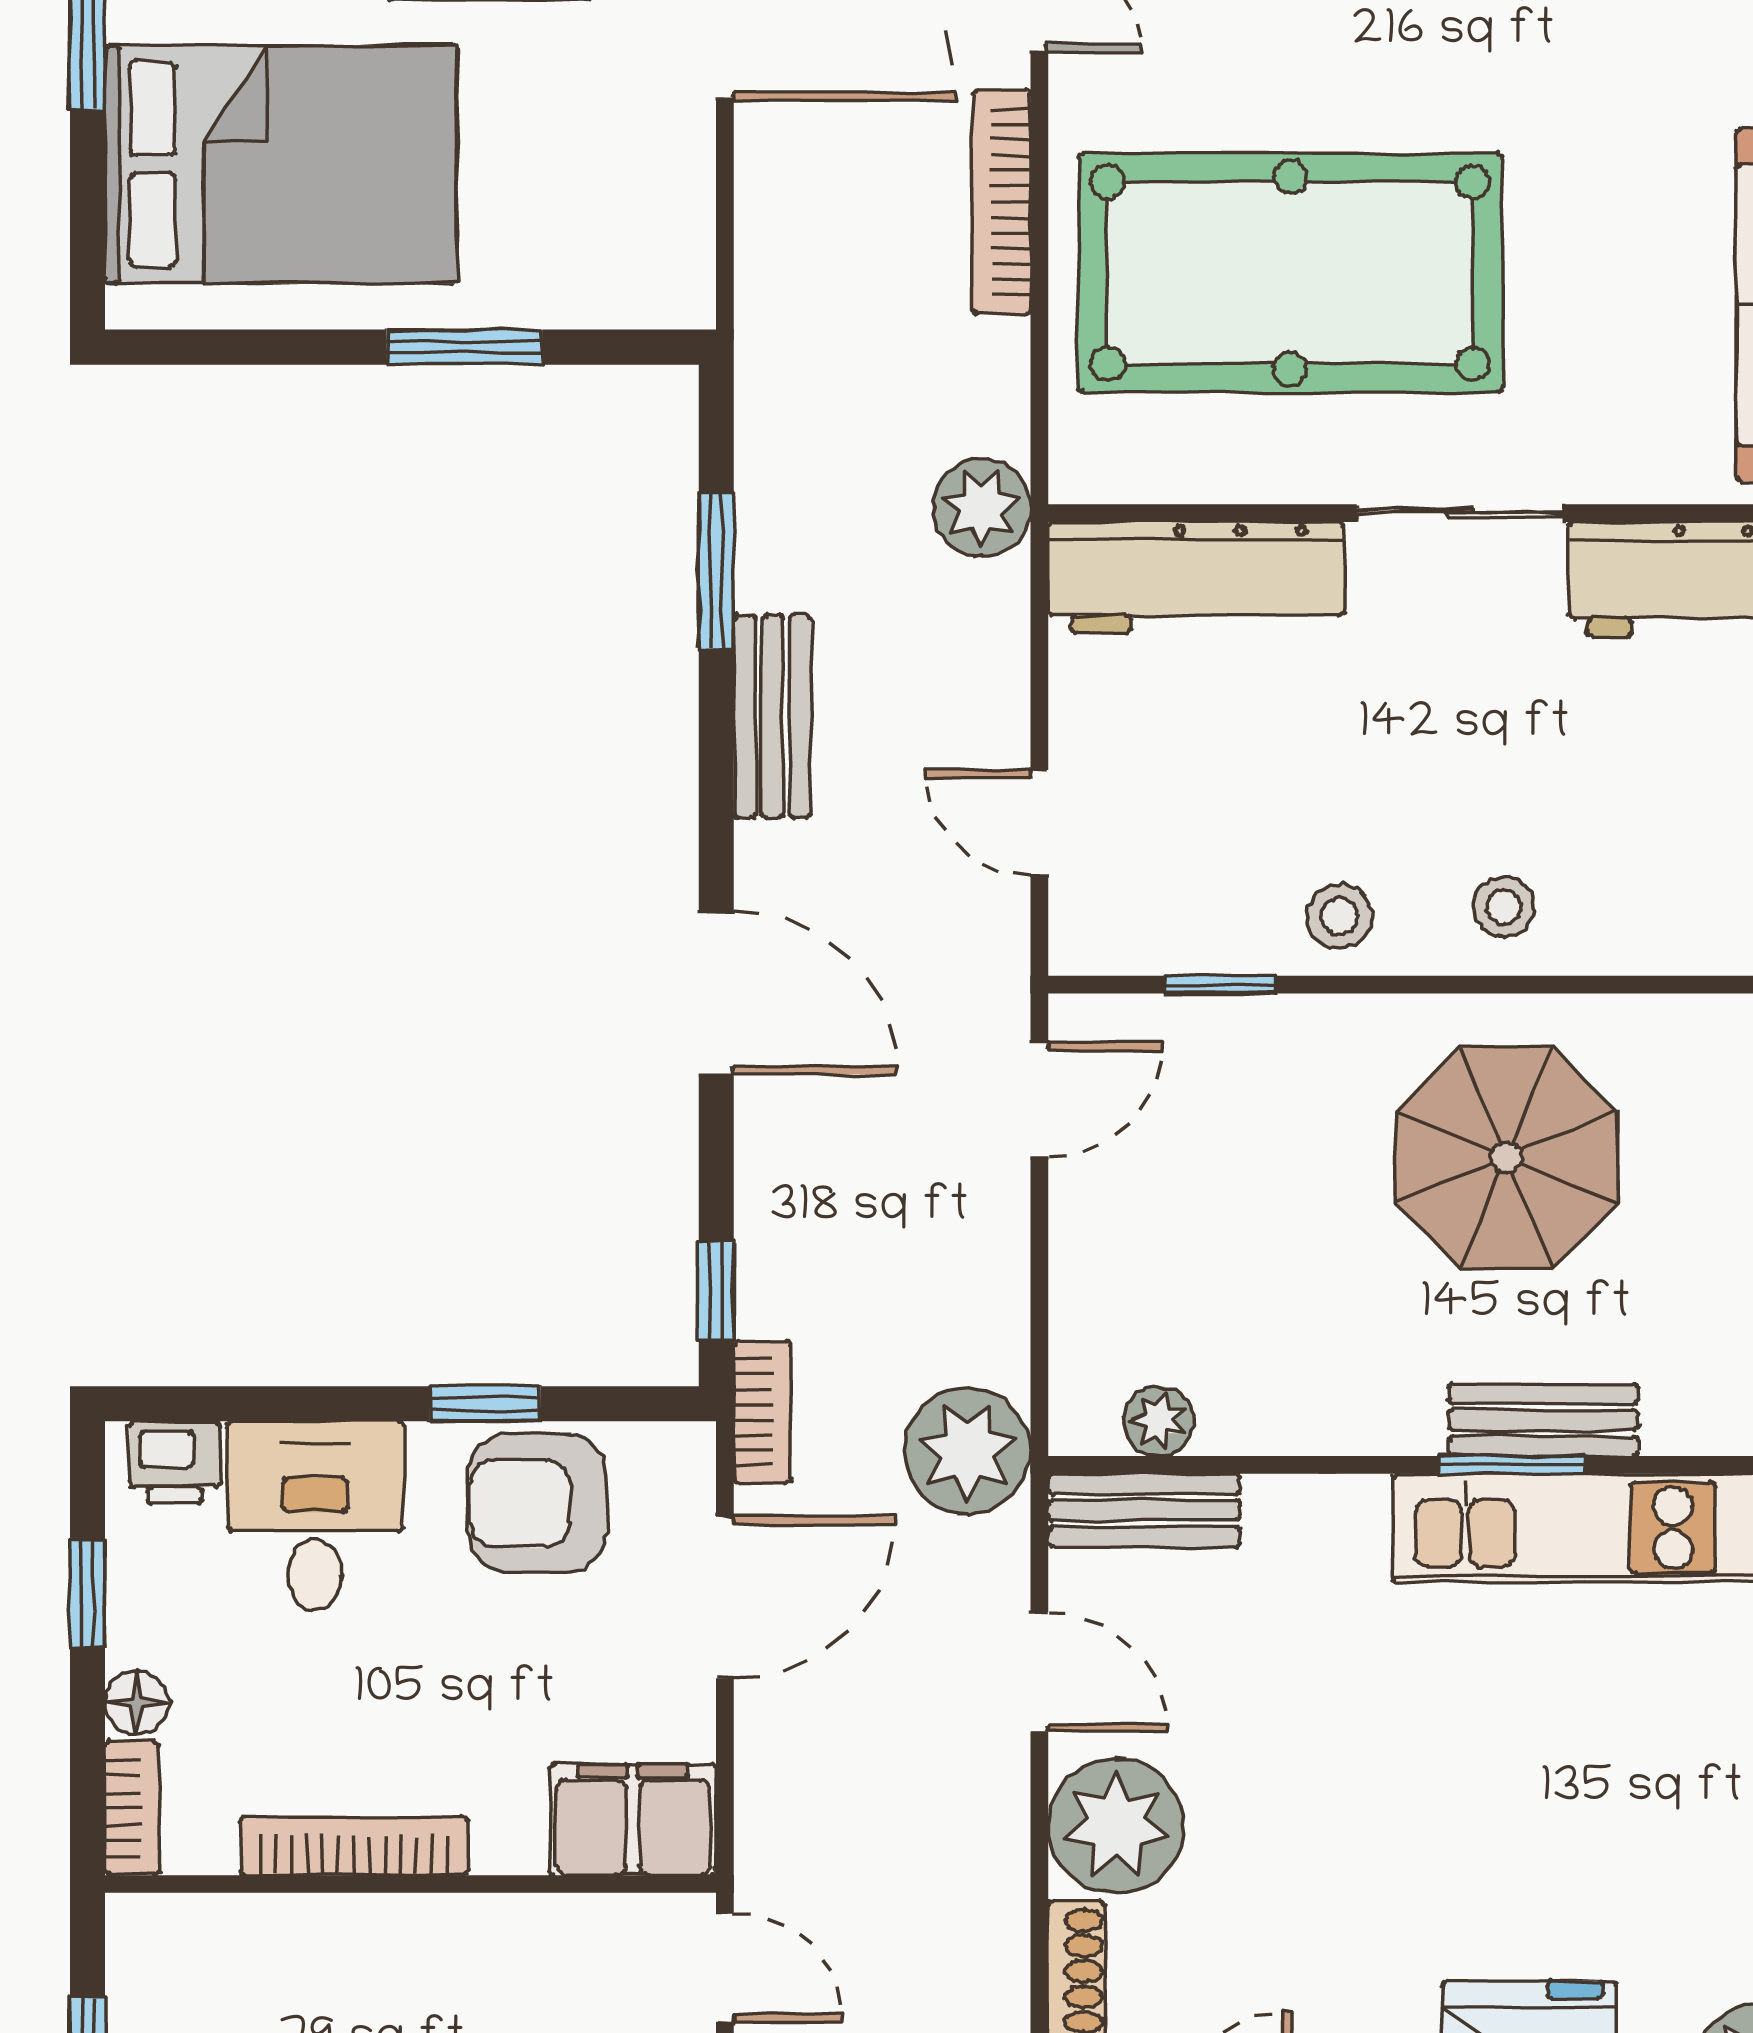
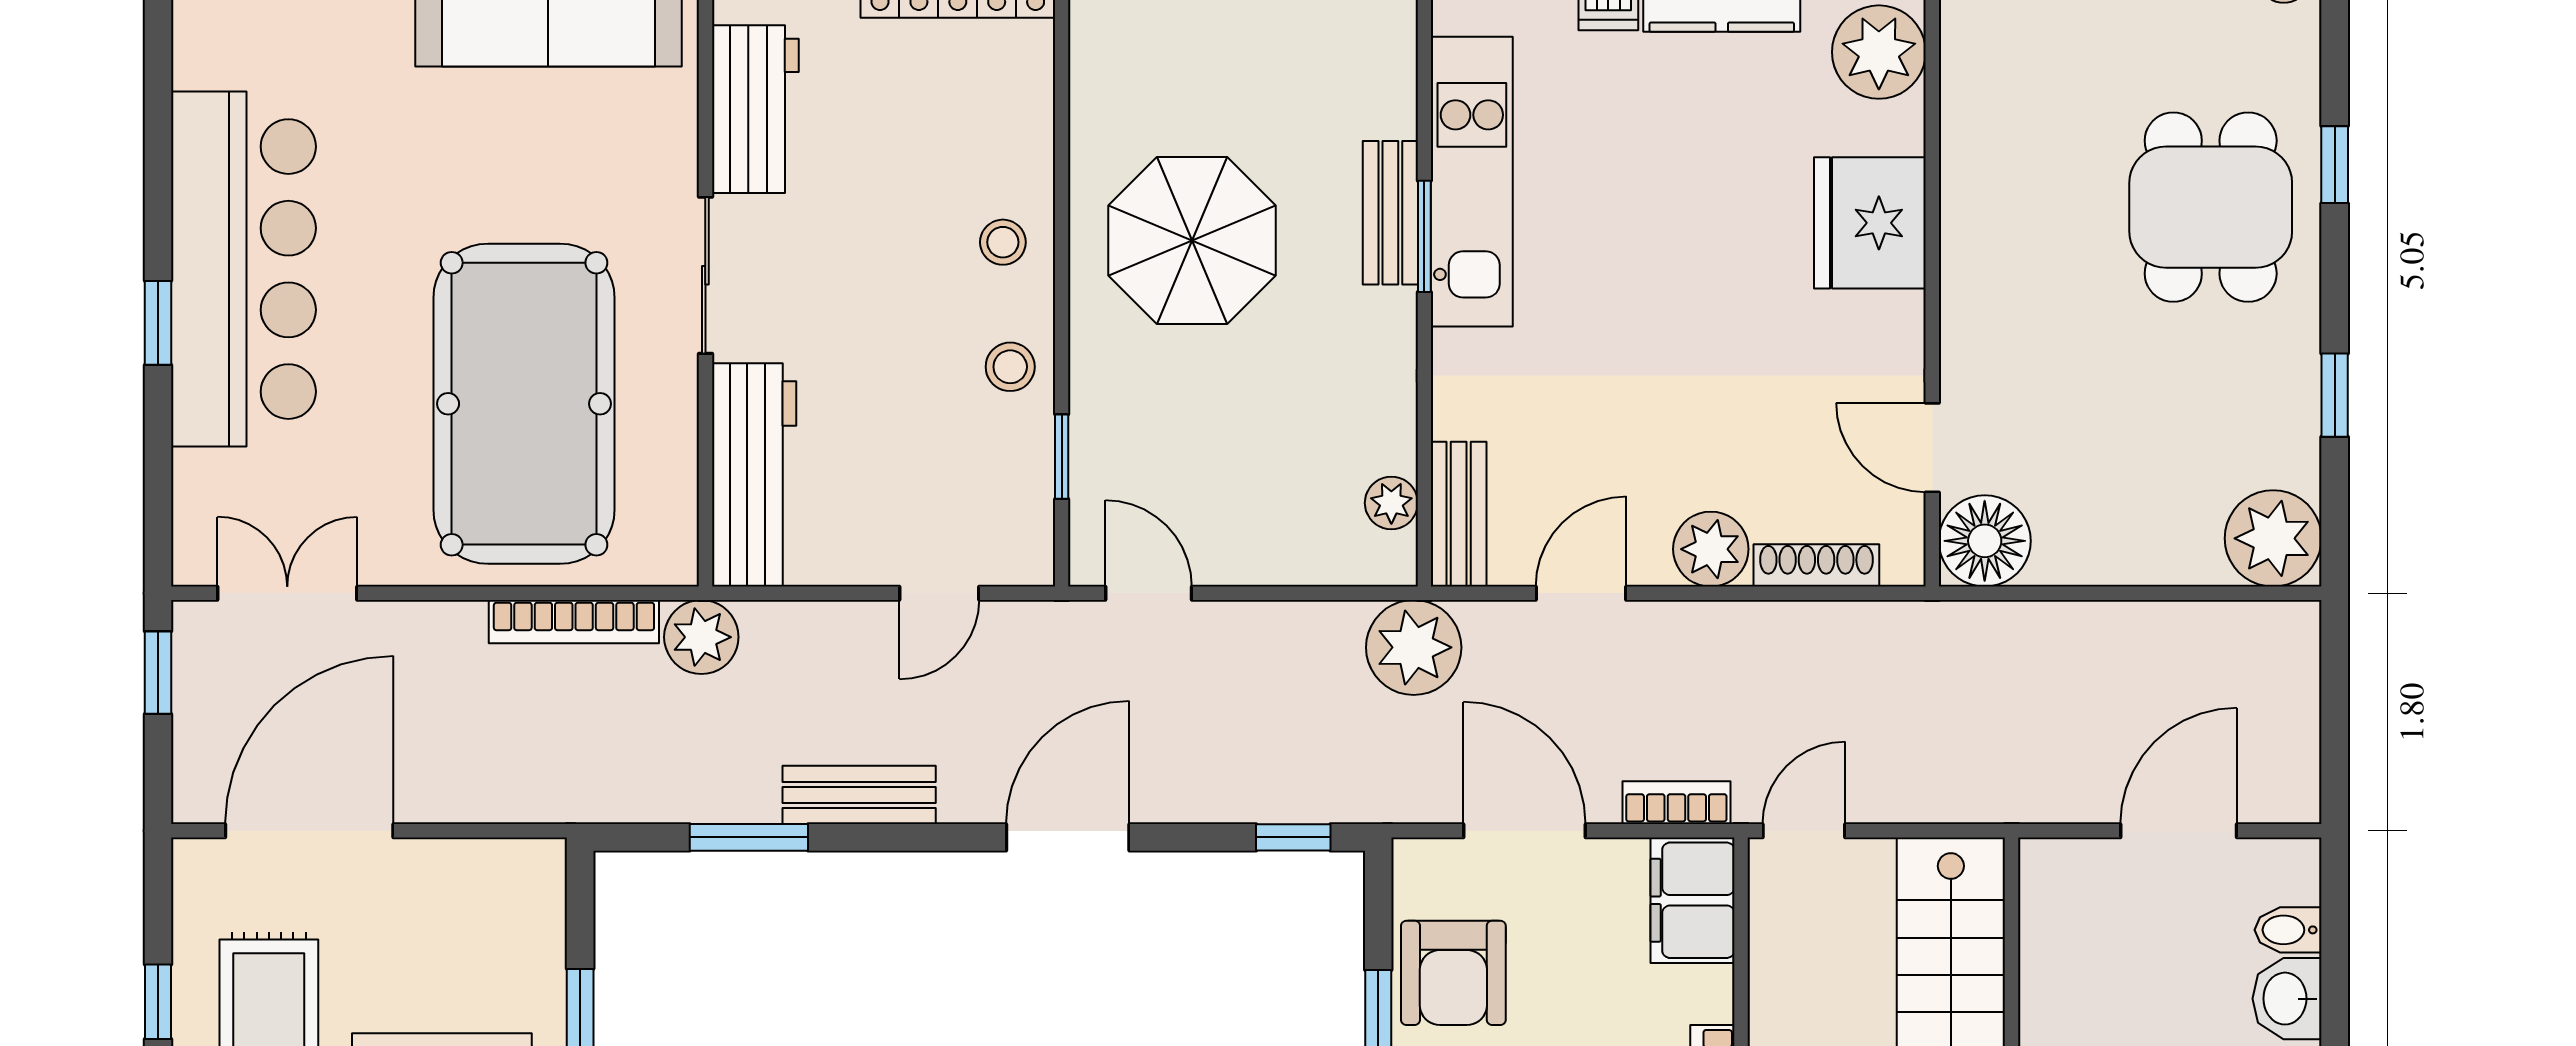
bookcase: (1002, 202) -> (574, 622), moved
bookcase: (762, 1412) -> (1676, 803), moved
plant: (1116, 1826) -> (1711, 549), width x0.73, depth x0.73

